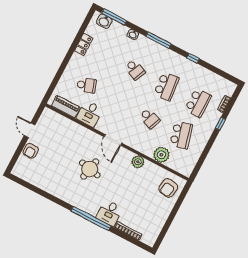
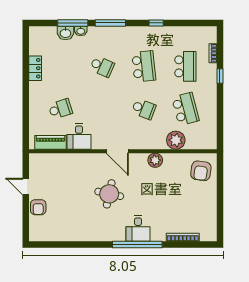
window: (114, 17) -> (73, 23), moved
washbasin: (104, 21) -> (65, 33), moved
desk: (110, 213) -> (138, 229), moved

